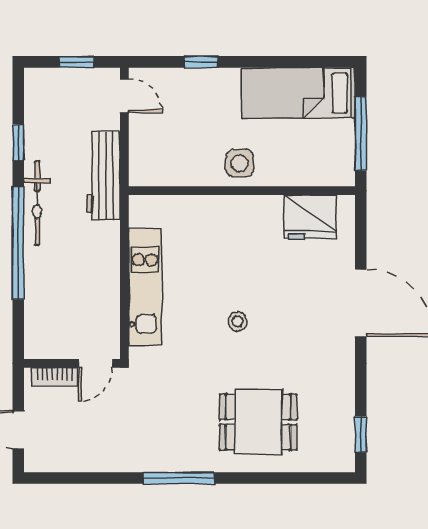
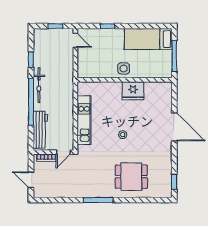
workbench: (103, 176) -> (40, 130), moved, turned 180
fridge: (310, 217) -> (133, 91), moved

